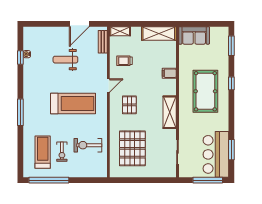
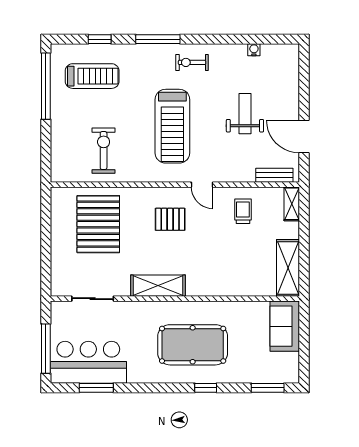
window: (20, 57) -> (100, 39), moved
filing cabinet: (169, 73) -> (222, 285), removed
pallet: (132, 148) -> (98, 224), turned 90
exercise bike: (62, 152) -> (192, 62), moved

